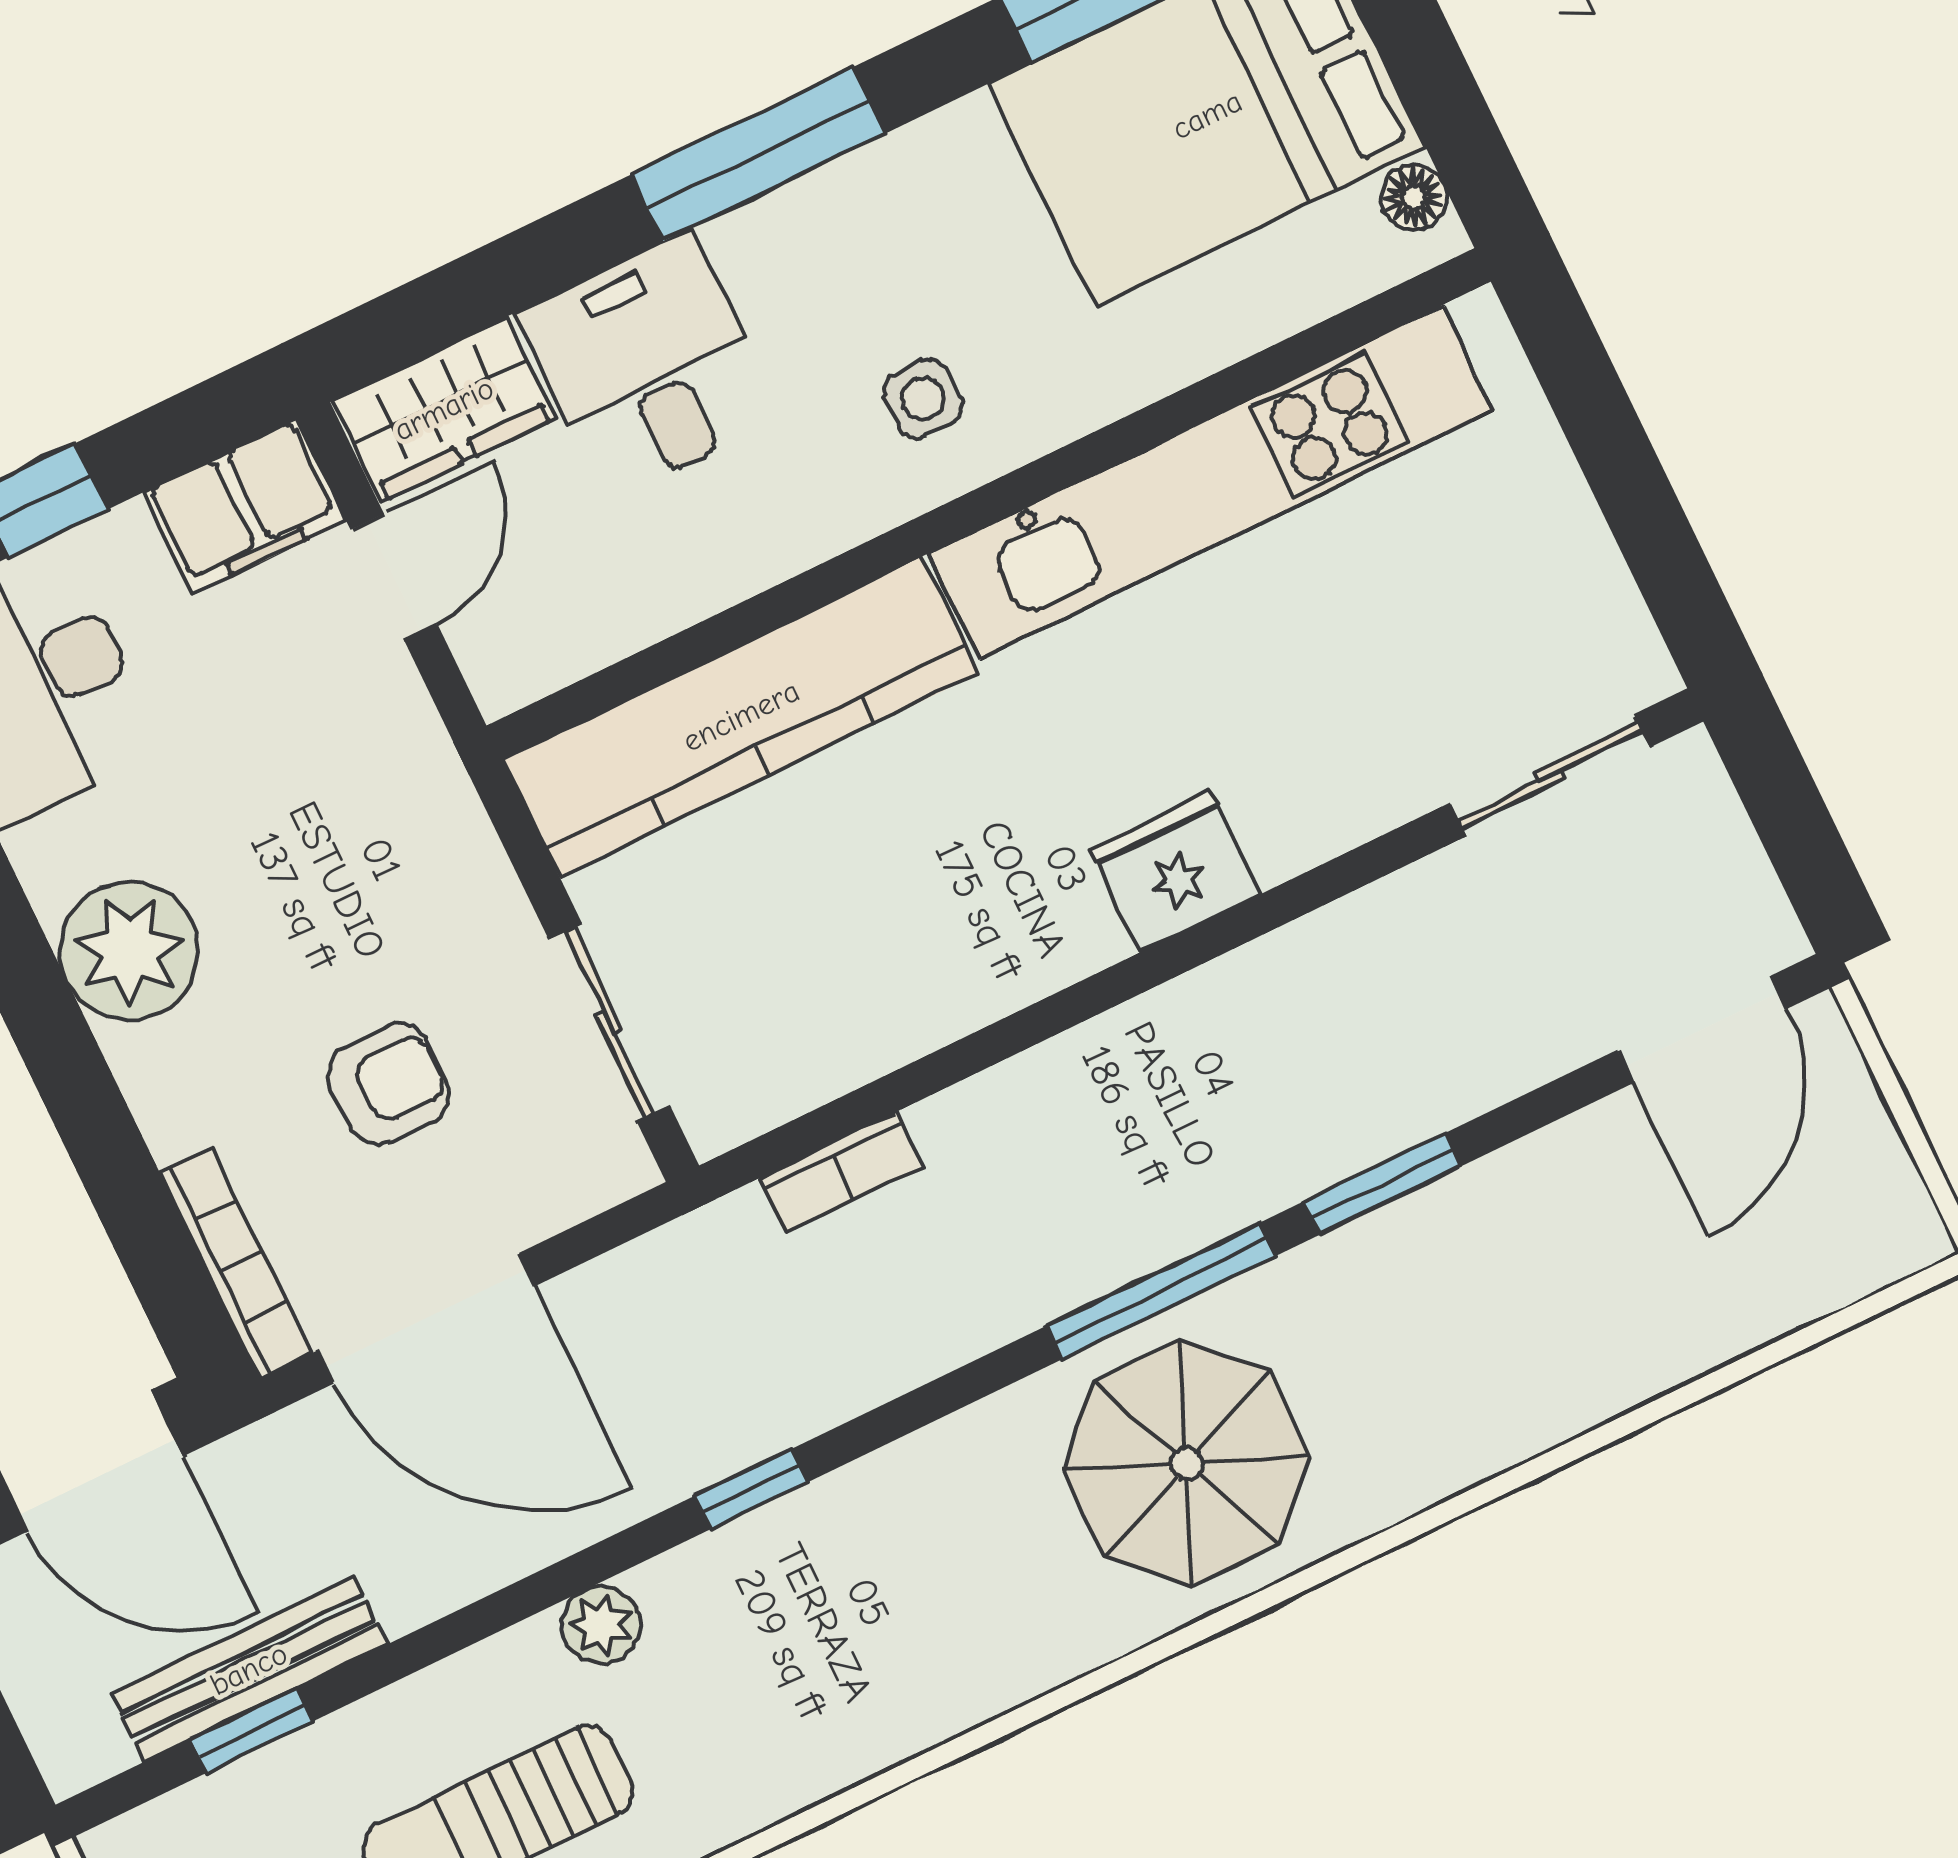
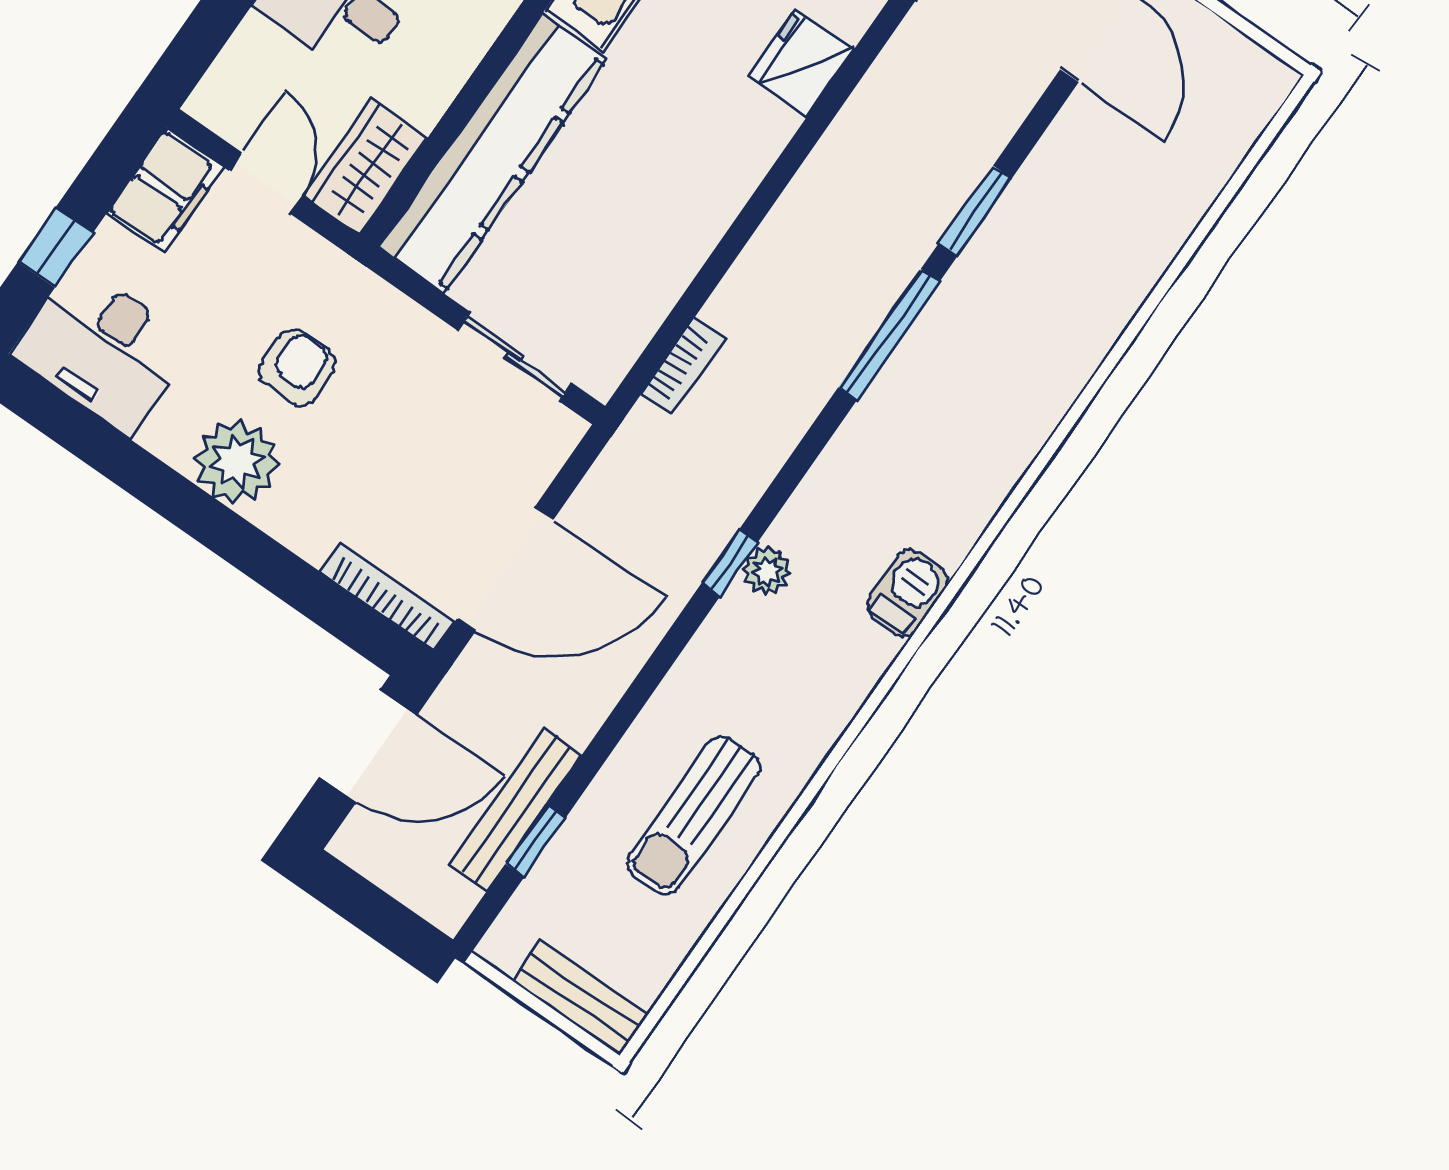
wardrobe: (444, 409) -> (366, 166), moved, turned 180
fridge: (1175, 872) -> (801, 63), moved
armchair: (389, 1084) -> (297, 368), moved
parasol: (1186, 1463) -> (954, 419), removed
plant: (601, 1625) -> (767, 571), moved
barbecue: (980, 1674) -> (907, 593), added

